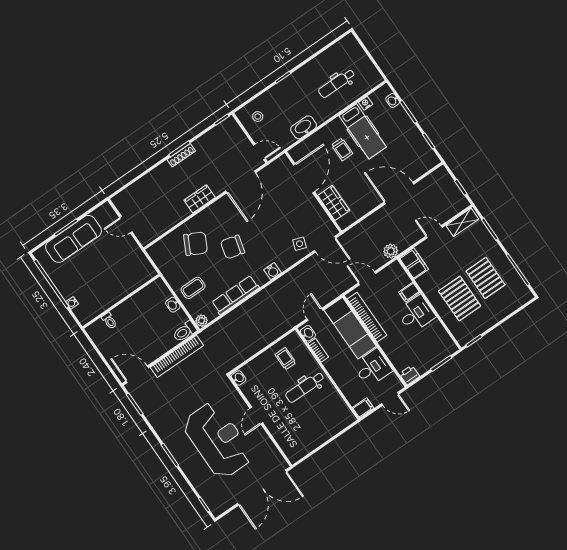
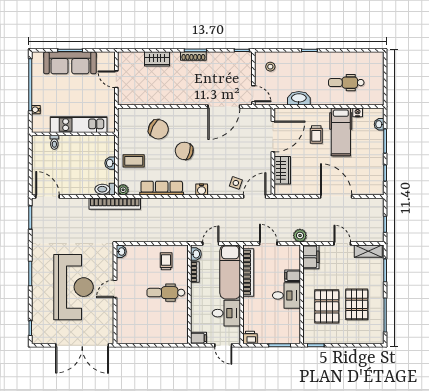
wardrobe: (200, 199) -> (157, 59), moved, turned 180
door: (325, 244) -> (255, 197), swing flipped
kitchen unit: (120, 290) -> (79, 125), added
bookcase: (177, 356) -> (115, 204), moved

